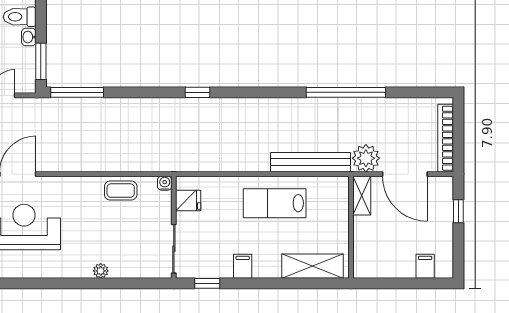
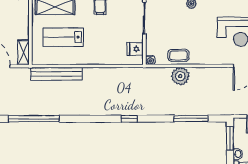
window: (77, 92) -> (191, 118), moved
plant: (366, 158) -> (180, 76), moved
lab bench: (275, 203) -> (63, 37), moved, turned 180

